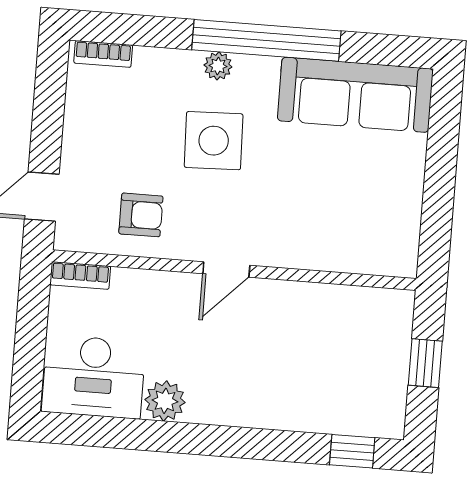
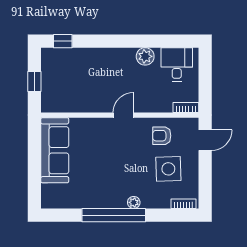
sofa: (355, 95) -> (55, 150), moved, turned 90
side table: (214, 141) -> (168, 169), moved
desk: (94, 377) -> (177, 64), width x0.73

